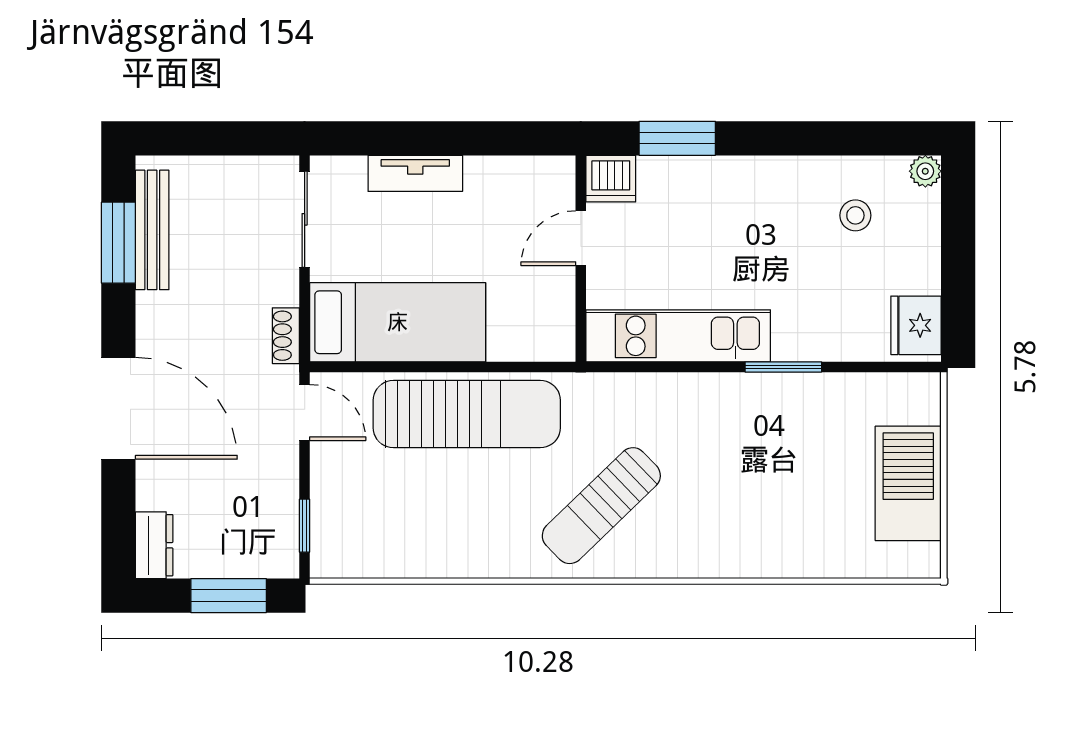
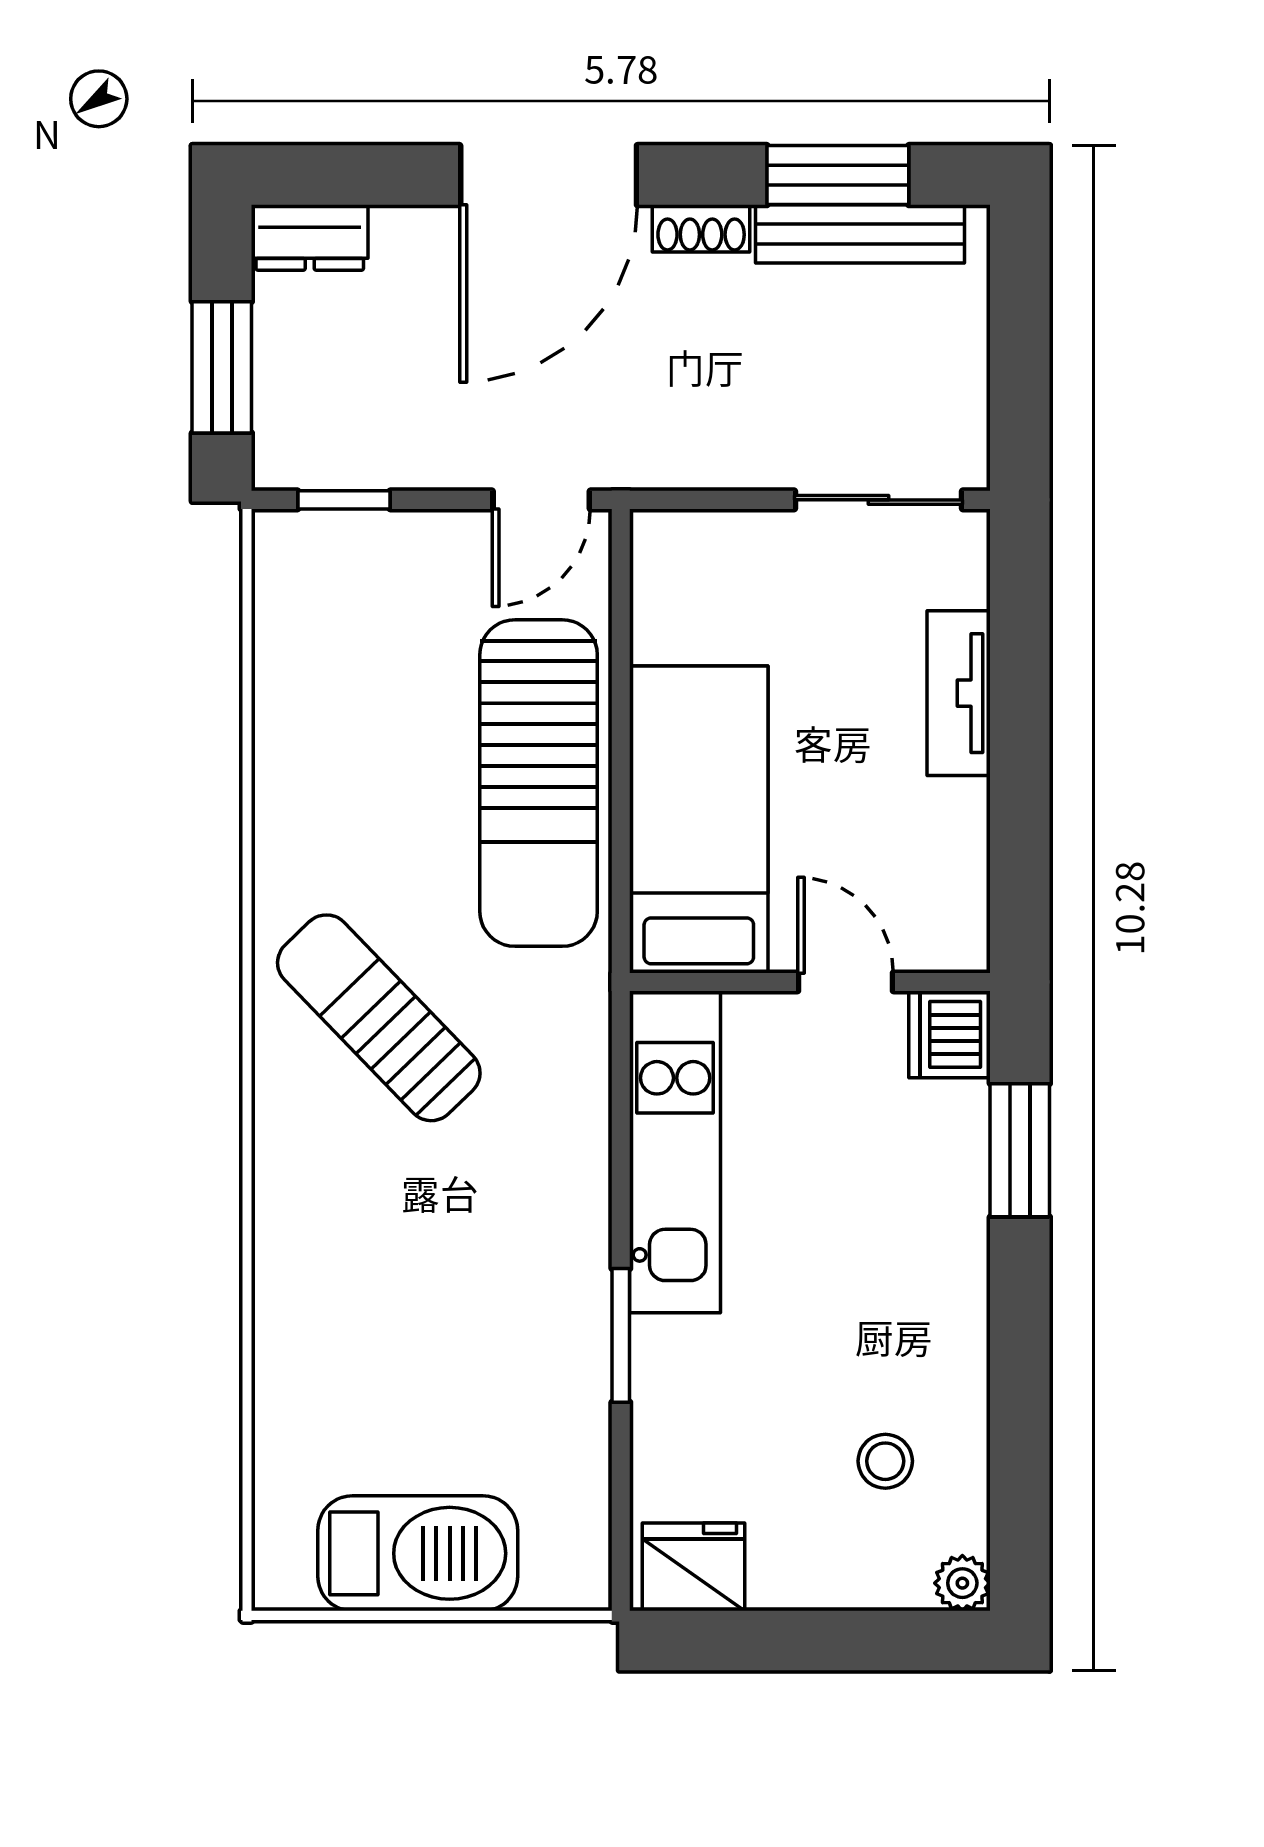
bed: (398, 322) -> (699, 819), moved, turned 180
shoe rack: (286, 336) -> (701, 228), moved, turned 180

